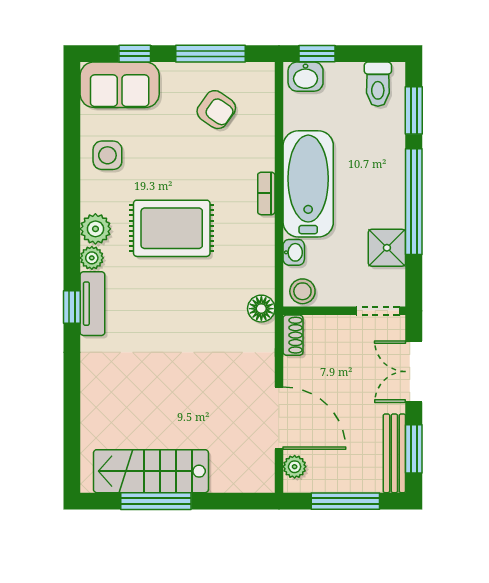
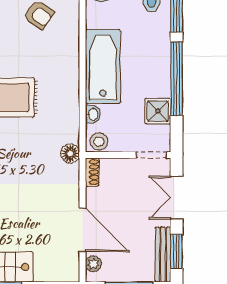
bookcase: (266, 193) -> (74, 73), removed

